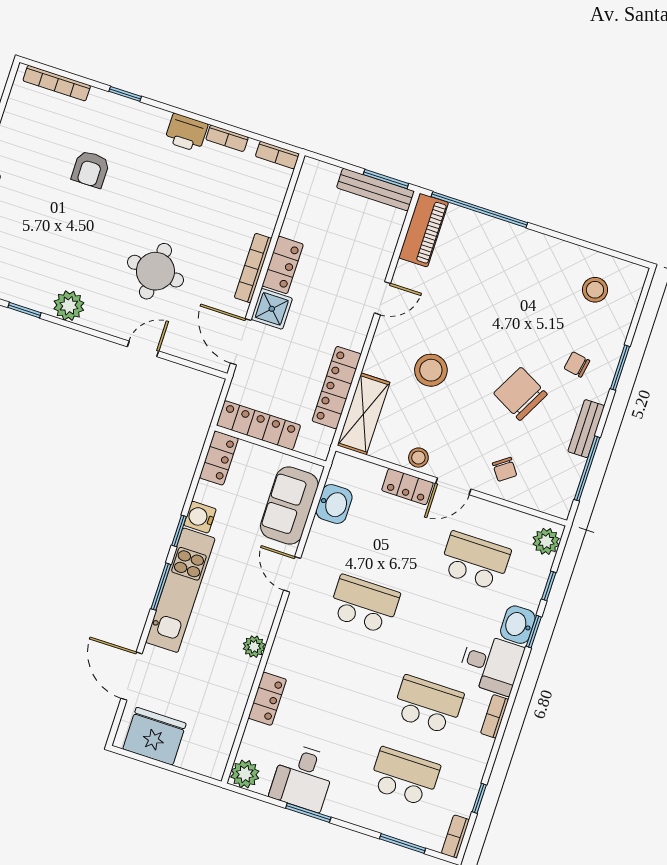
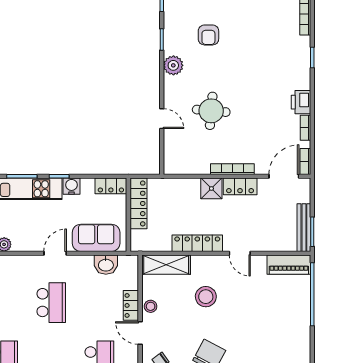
armchair: (91, 169) -> (208, 35), moved, turned -90
door: (241, 342) -> (284, 176), moved
locker: (337, 388) -> (197, 243), moved

